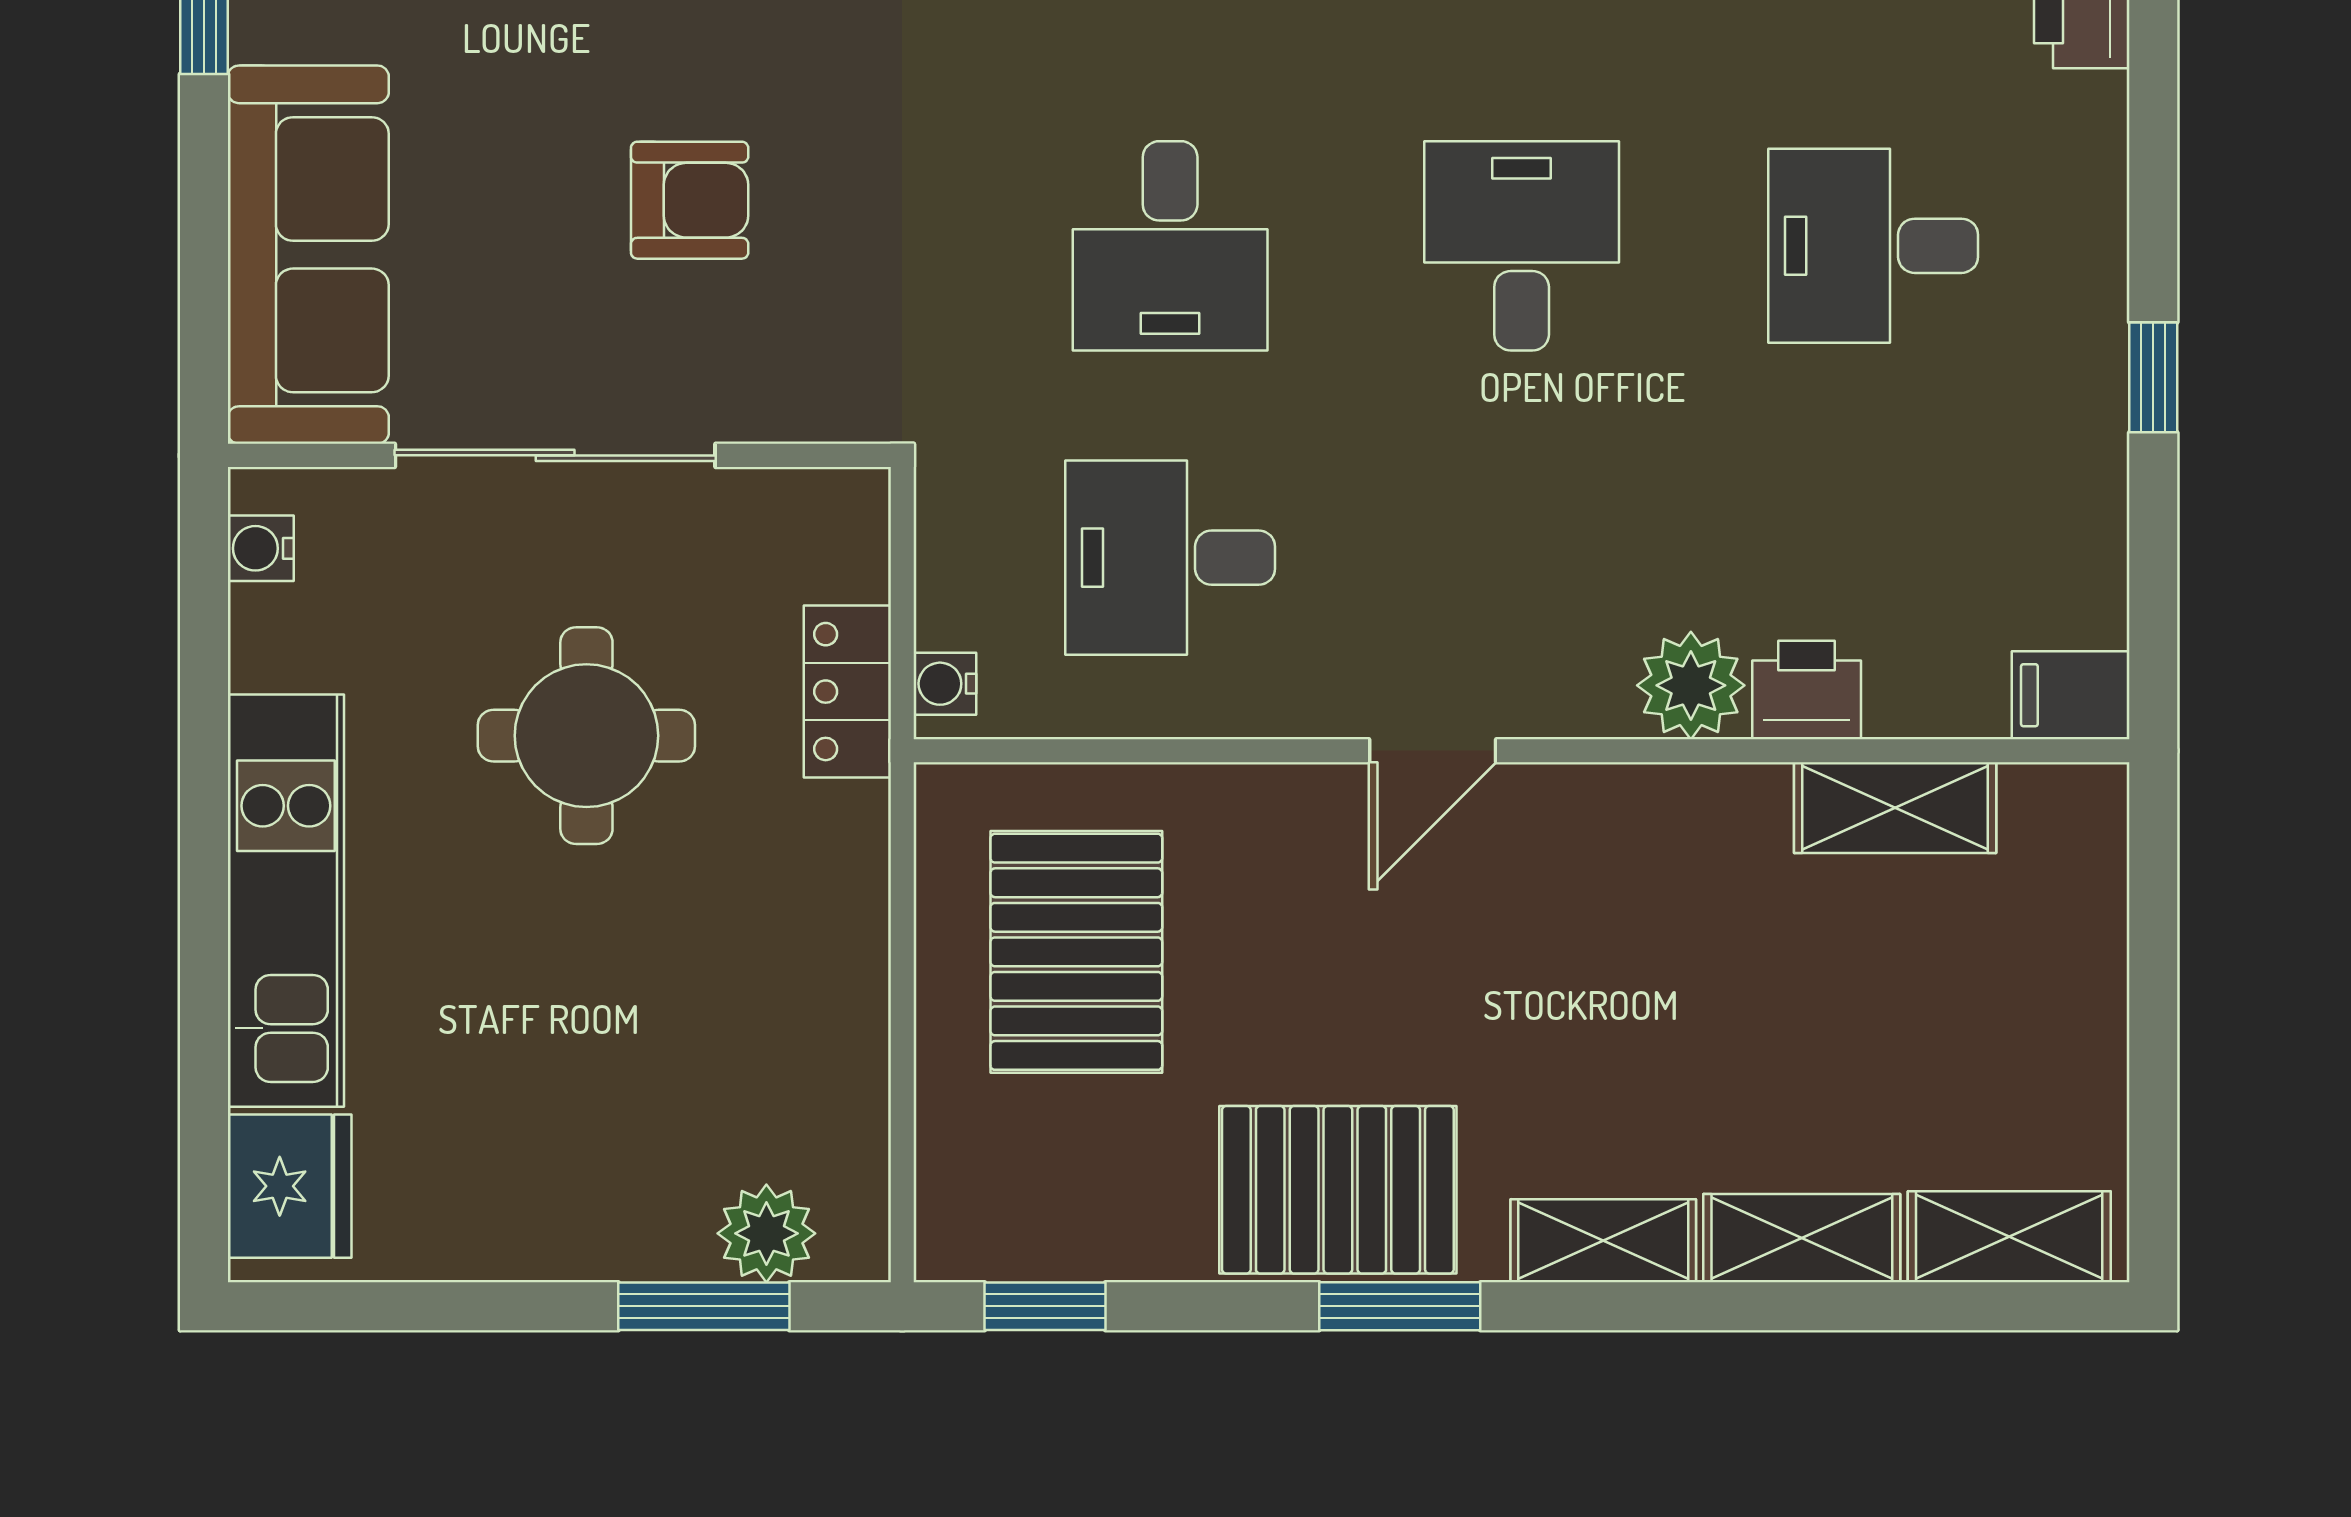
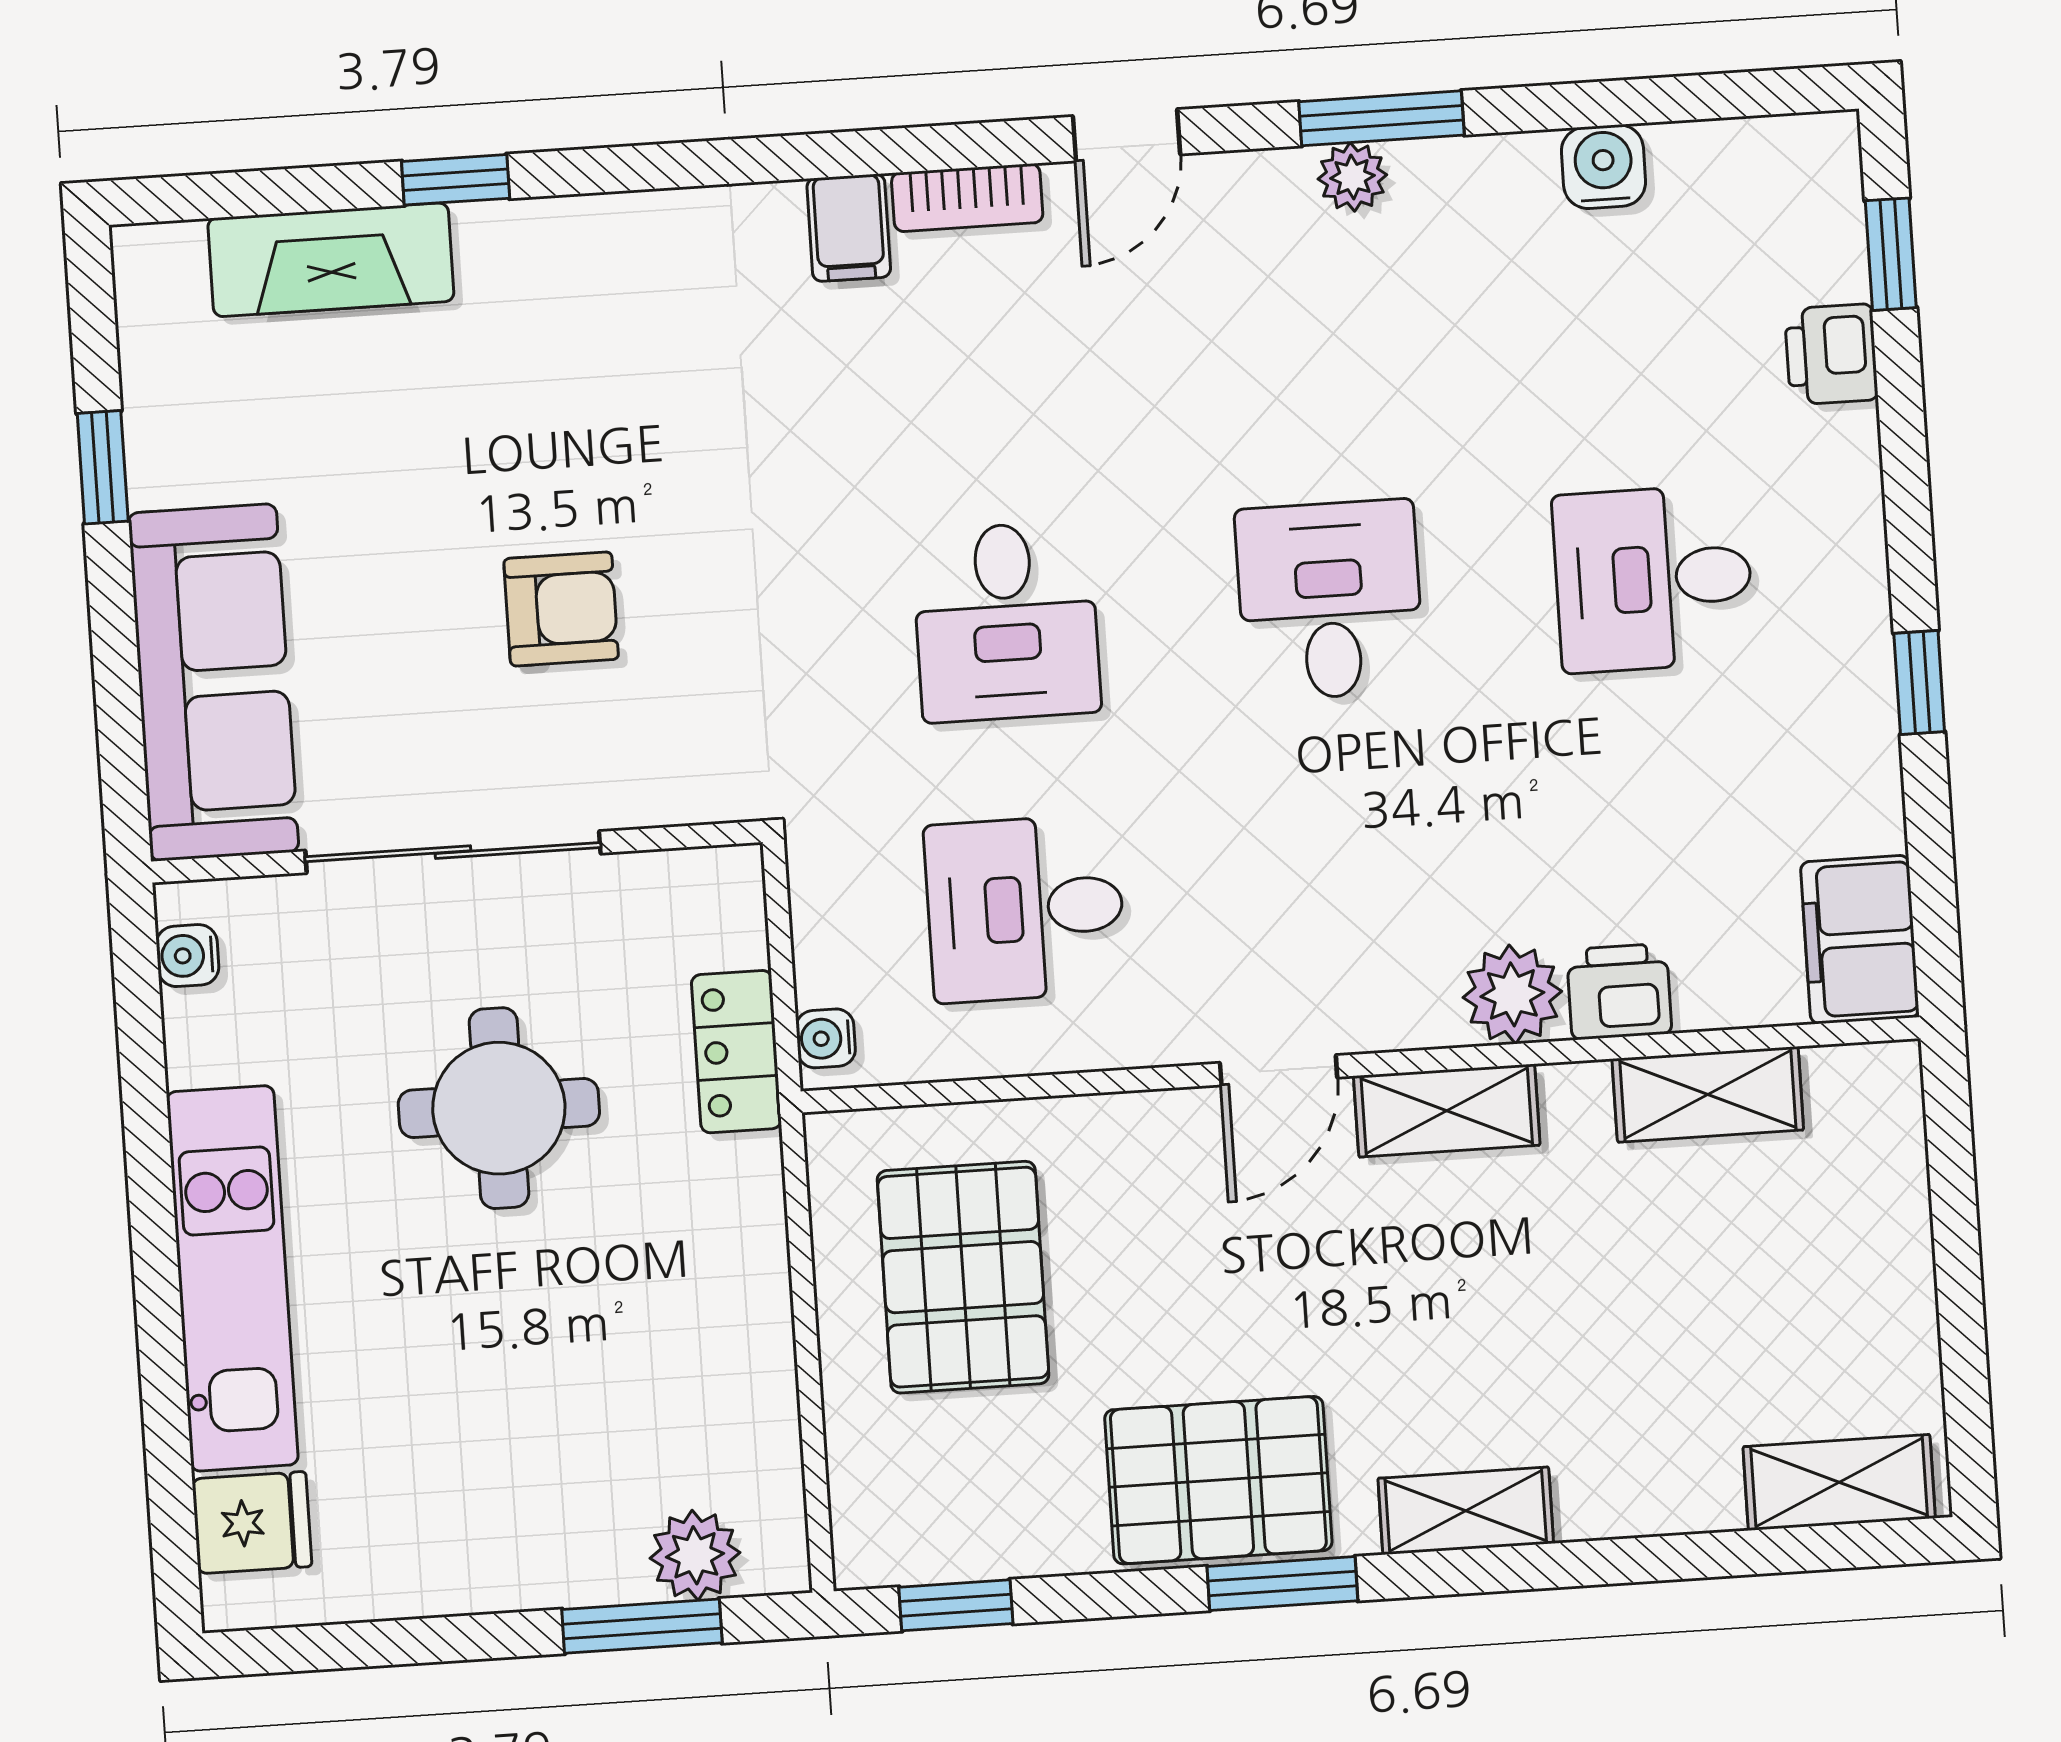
filing cabinet: (2071, 695) -> (1860, 940), width x2.00
fridge: (290, 1186) -> (252, 1523), width x0.72
shelving: (1802, 1238) -> (1447, 1111), moved

